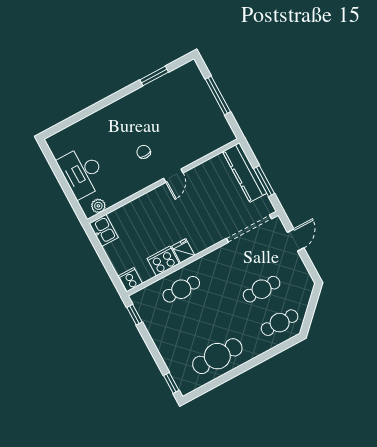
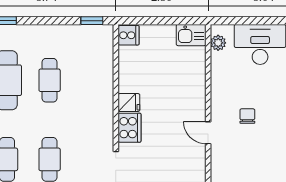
chair: (144, 152) -> (247, 116), turned -90
cooker: (163, 261) -> (129, 128), moved
cafe table: (181, 289) -> (50, 80), moved

